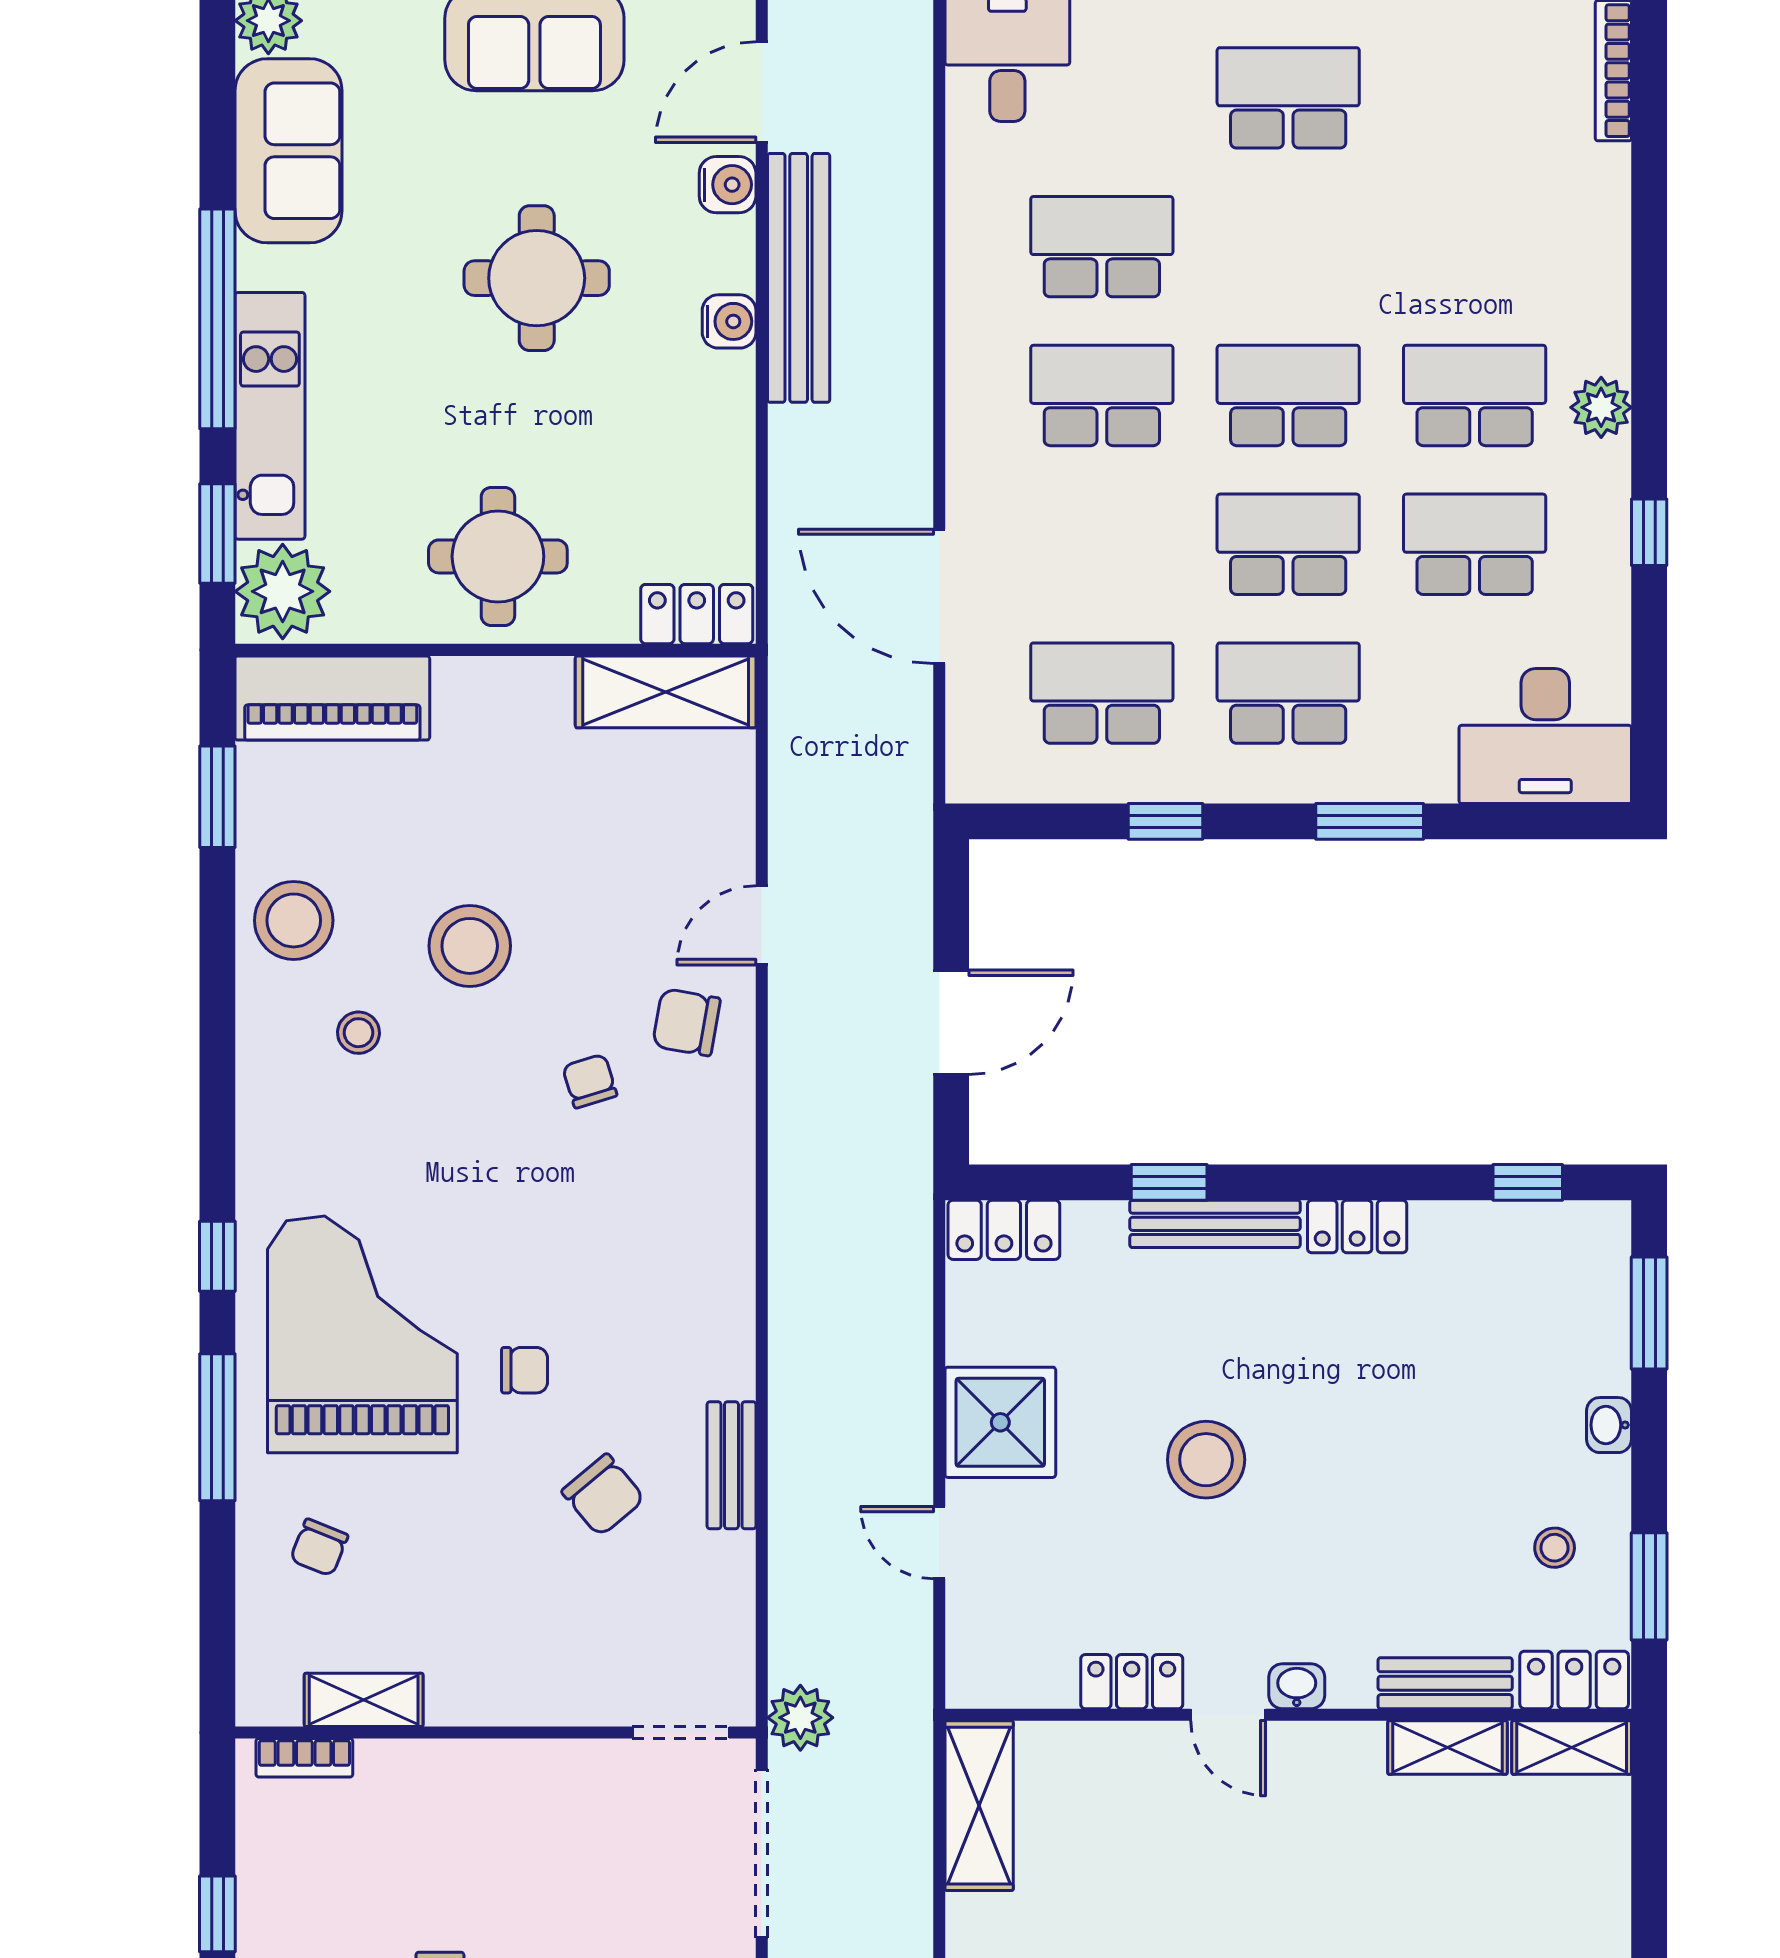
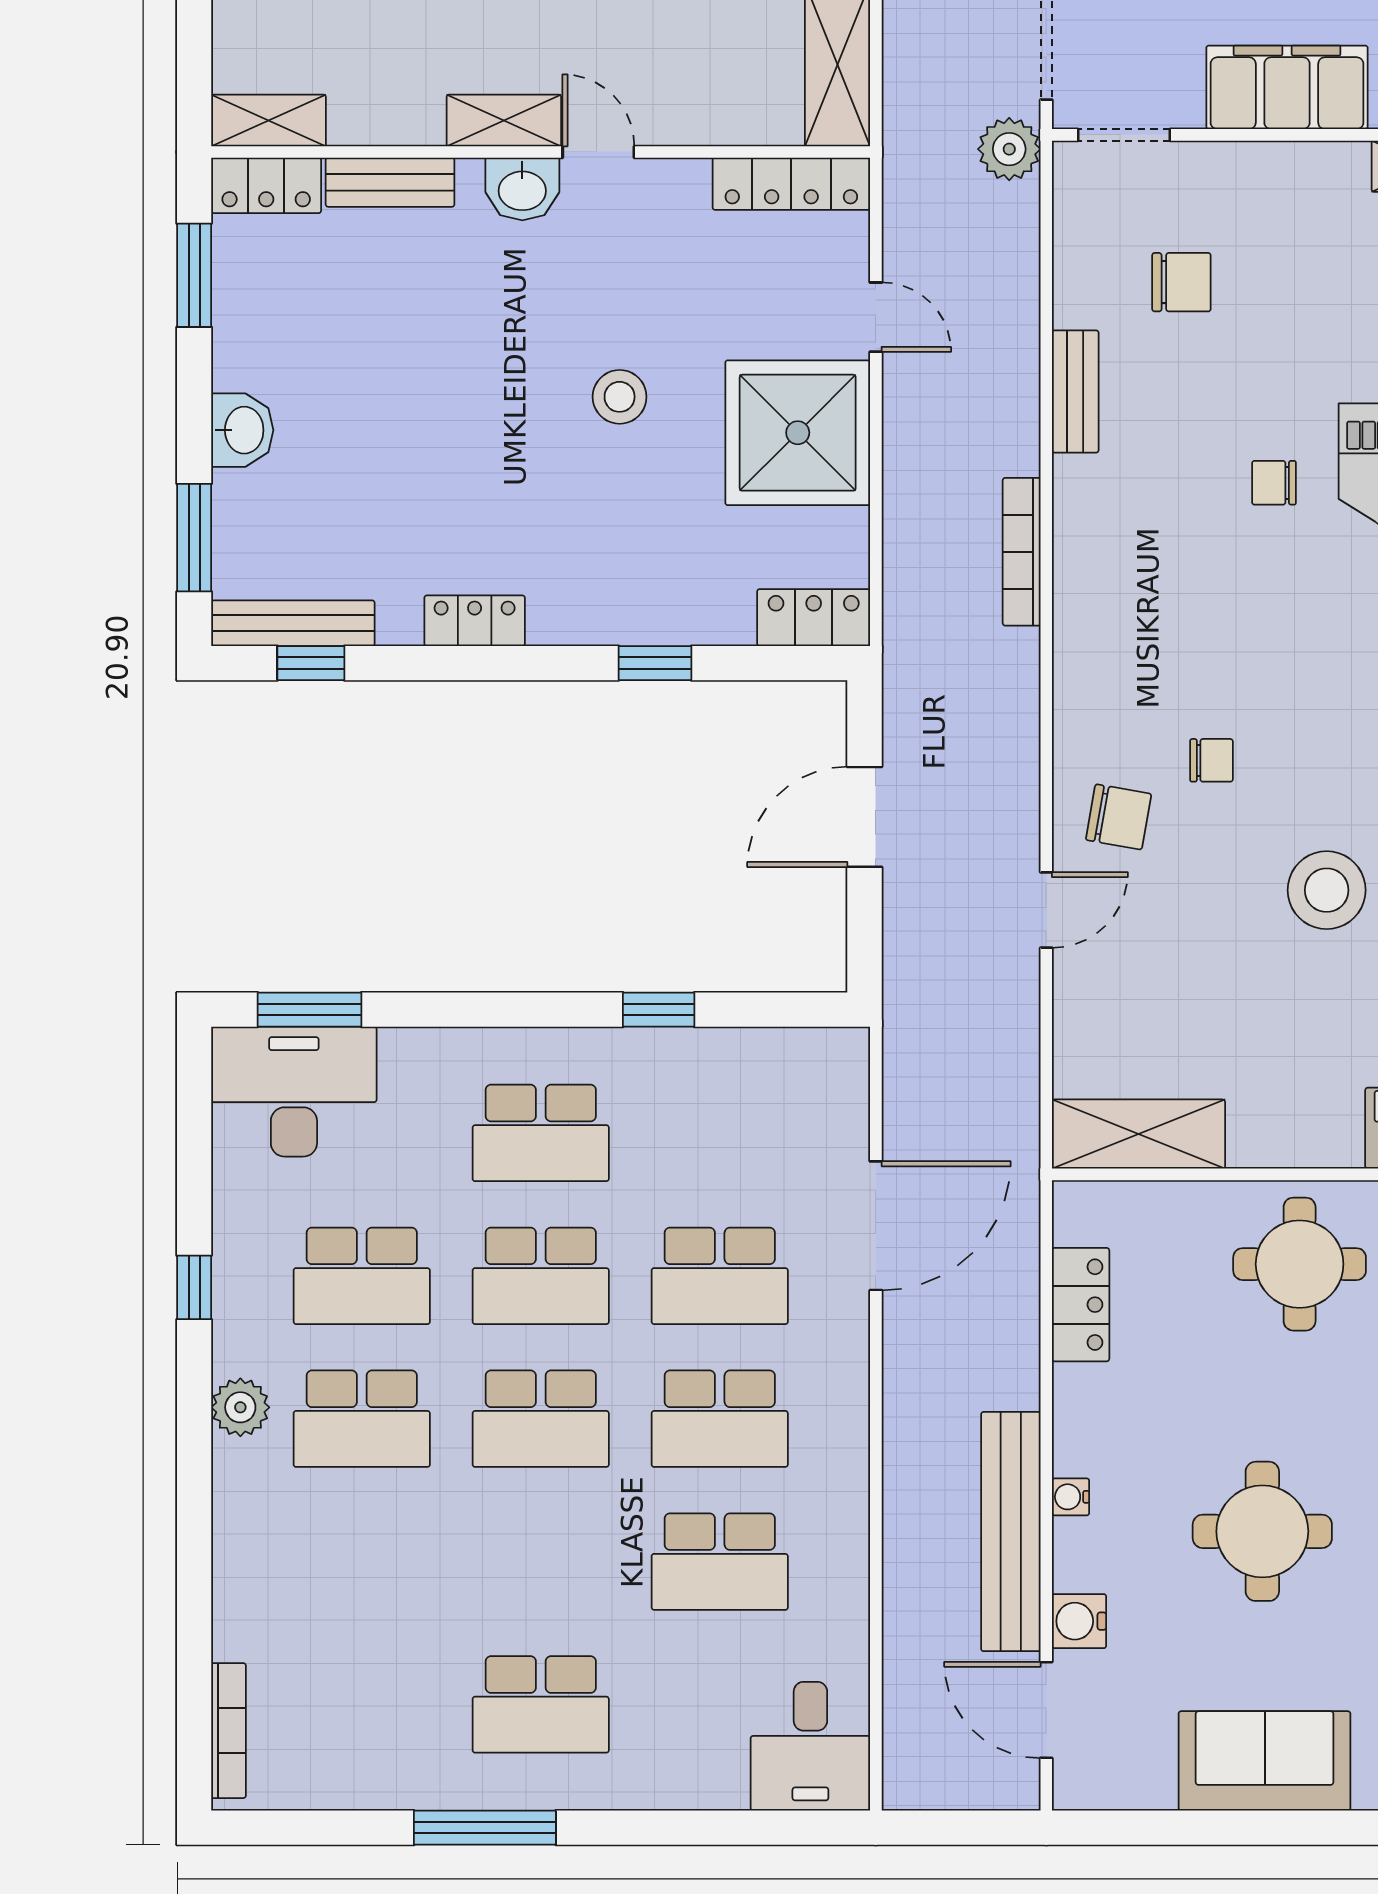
door: (762, 92) -> (1046, 1710), swing flipped
water cooler: (729, 321) -> (1071, 1497), width x0.72, depth x0.72
door: (939, 596) -> (876, 1226), hinge flipped
locker: (697, 614) -> (1081, 1305), moved, turned -90
school desk: (1102, 693) -> (720, 1276), moved
window: (1370, 821) -> (310, 1010), moved
chair: (590, 1081) -> (1211, 760), turned -73
bench: (1215, 1224) -> (293, 623), moved
bookcase: (787, 1298) -> (1022, 552), added
shower: (1000, 1422) -> (798, 433), width x1.37, depth x1.37
washbasin: (1609, 1425) -> (242, 430), width x1.38, depth x1.45
stool: (1206, 1460) -> (620, 397), width x0.73, depth x0.73
chair: (603, 1495) -> (1181, 282), moved, turned 130
stool: (1555, 1548) -> (285, 312), removed
locker: (1132, 1682) -> (791, 184), moved, width x1.53
washbasin: (1297, 1686) -> (522, 189), width x1.38, depth x1.45
shelving: (1447, 1747) -> (504, 120), moved
filing cabinet: (511, 1782) -> (1287, 87), added

